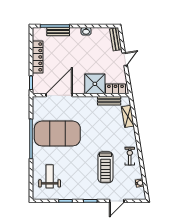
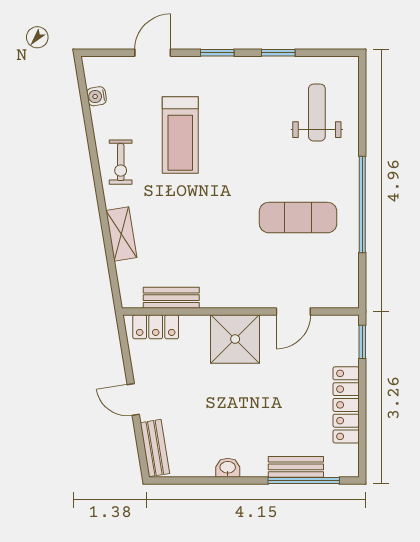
door: (125, 59) -> (133, 399), hinge flipped
shower: (95, 84) -> (235, 339), moved
door: (59, 95) -> (293, 312), width x0.53
shelving: (128, 116) -> (121, 234), moved
exercise mat: (57, 134) -> (298, 218), width x0.50, depth x0.69
treadmill: (105, 167) -> (180, 135), turned 180
weight bench: (50, 176) -> (317, 113), turned 180

